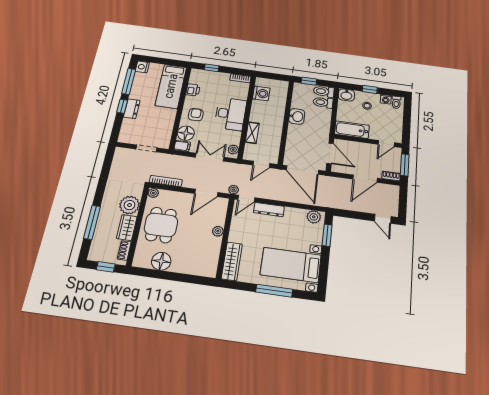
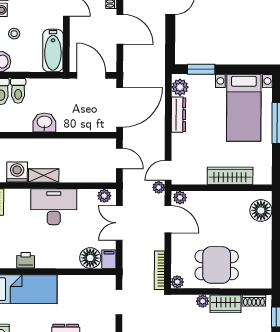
armchair: (196, 115) -> (62, 250), removed
shelving: (252, 133) -> (44, 175), moved
door: (330, 153) -> (91, 75), hinge flipped
door: (246, 199) -> (168, 170), swing flipped
plant: (129, 205) -> (203, 301), width x0.53, depth x0.53
dresser: (269, 210) -> (179, 115), moved
plant: (218, 231) -> (180, 197), moved
floor lamp: (161, 261) -> (261, 211), moved
wardrobe: (232, 261) -> (230, 176), moved

